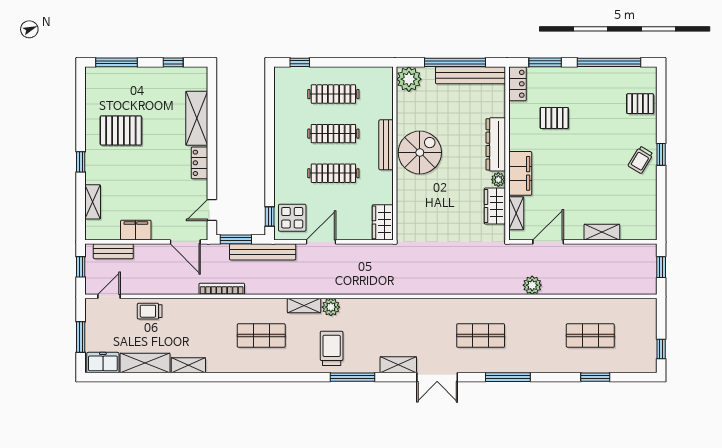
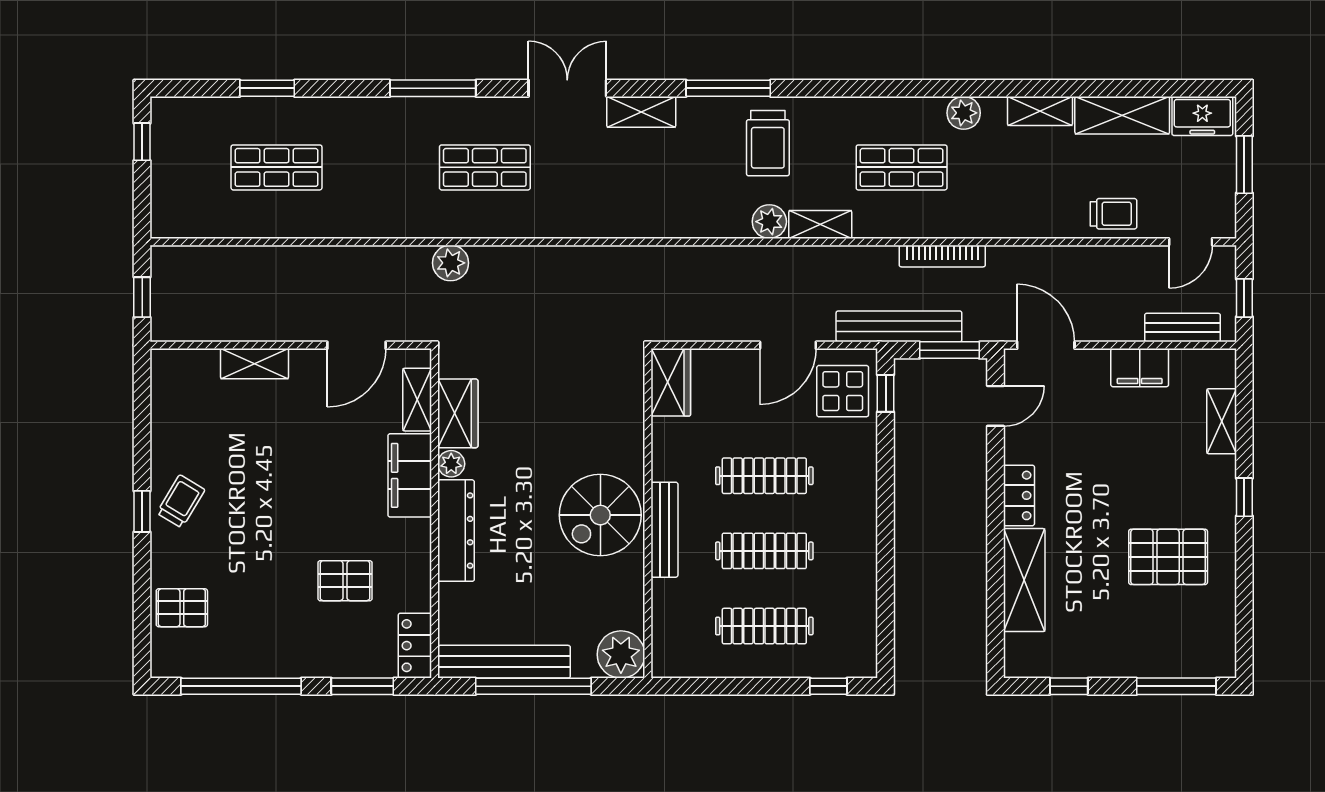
plant: (532, 285) -> (451, 263), moved
bookcase: (222, 289) -> (942, 256), moved
plant: (229, 364) -> (964, 113), added

